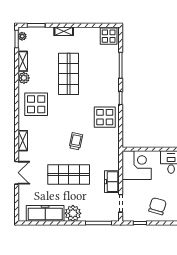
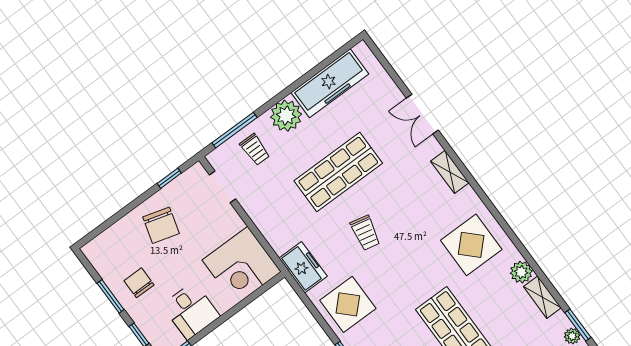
freezer: (112, 182) -> (303, 267), moved
trolley: (96, 209) -> (255, 150), added

